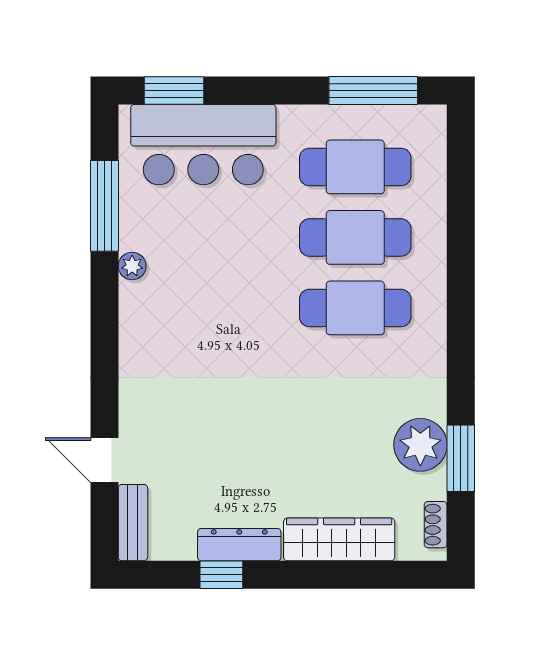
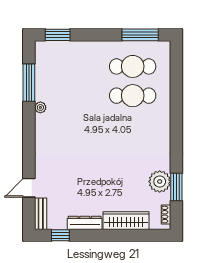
bar counter: (203, 145) -> (70, 57), removed
cafe table: (355, 308) -> (133, 125), removed
door: (104, 460) -> (29, 188), hinge flipped
window: (221, 575) -> (60, 235), moved

